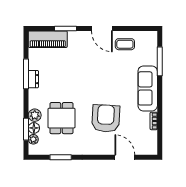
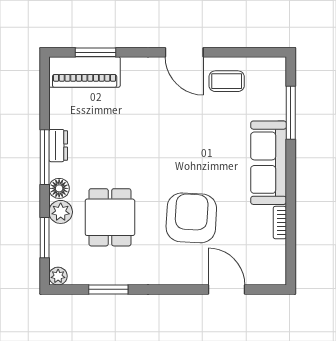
window: (66, 28) -> (96, 52), moved
window: (26, 74) -> (45, 157), moved
floor lamp: (34, 128) -> (59, 188), moved
plant: (33, 139) -> (58, 276), moved

